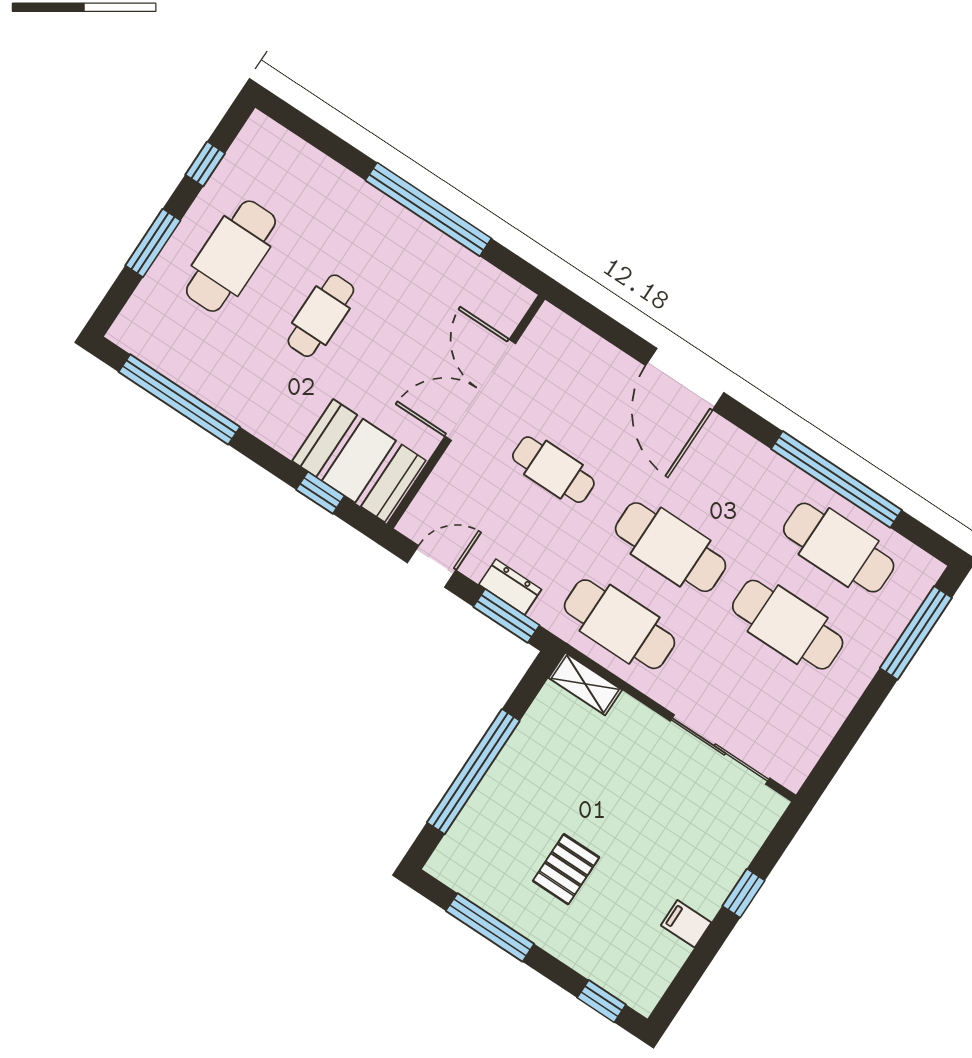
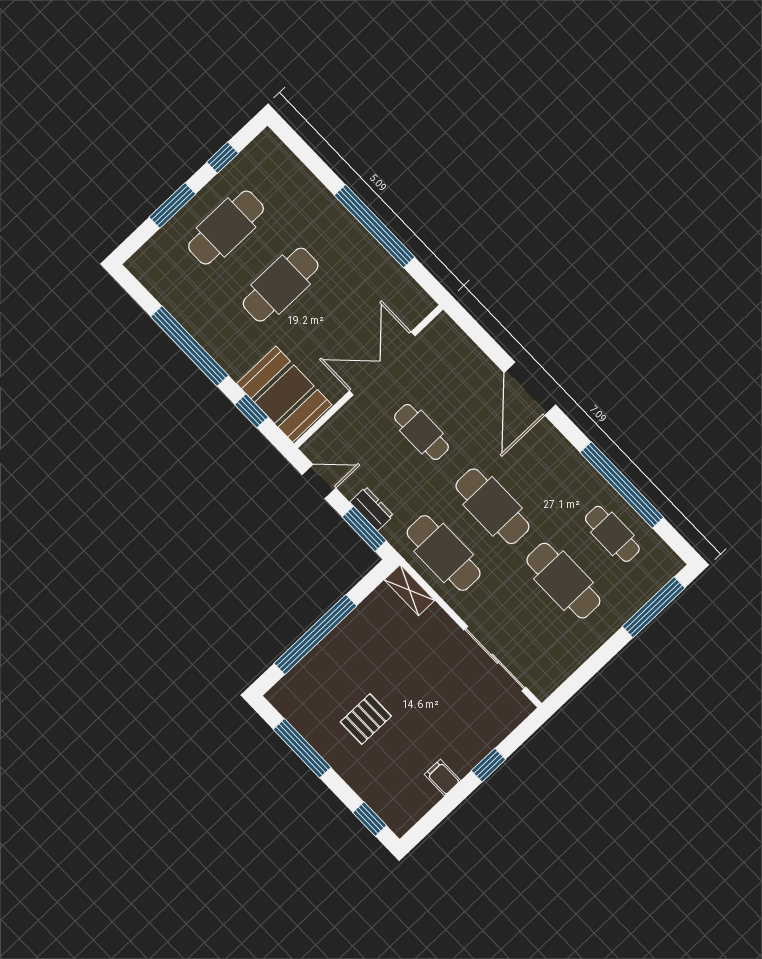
cafe table: (321, 316) -> (281, 285), width x1.37, depth x1.35
window: (179, 399) -> (190, 346), moved
cafe table: (839, 548) -> (612, 534), width x0.73, depth x0.74

